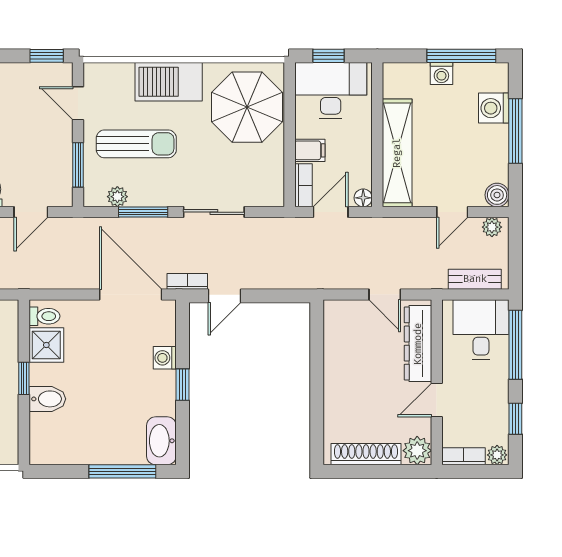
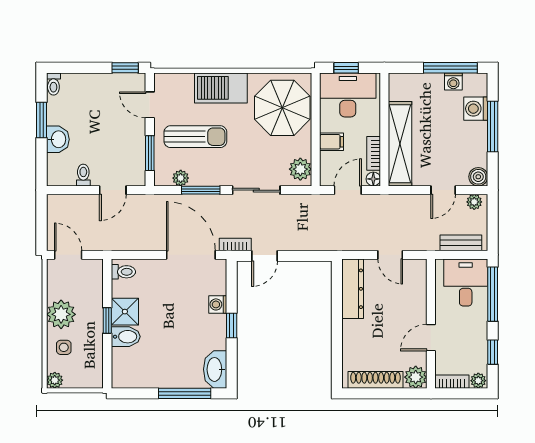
washing machine: (441, 73) -> (453, 81), moved
plant: (270, 185) -> (300, 169), added
bookcase: (303, 185) -> (374, 153), moved, turned 180
dresser: (418, 344) -> (353, 289), moved, turned 180
shower: (46, 345) -> (125, 312), moved

